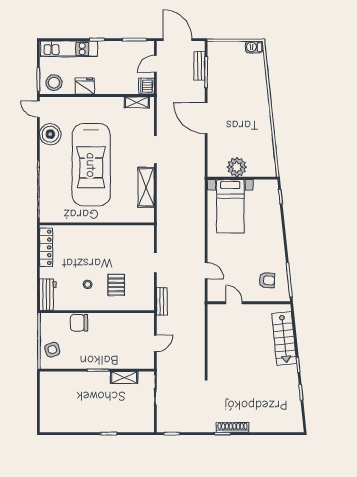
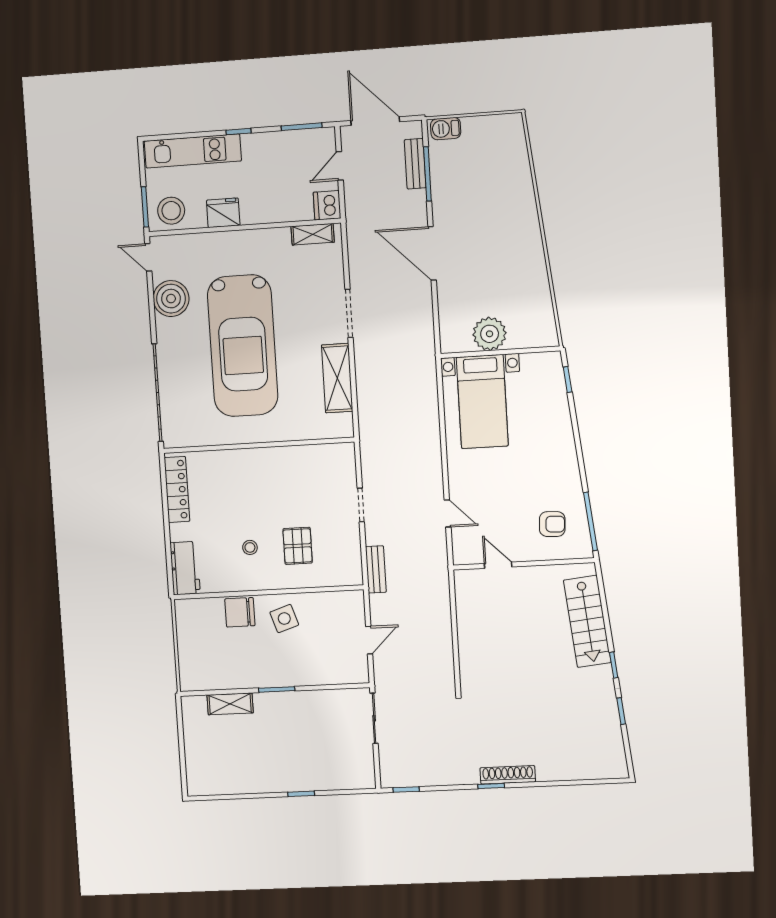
barbecue: (254, 47) -> (446, 129), moved
side table: (52, 350) -> (284, 619), moved
shelving: (124, 377) -> (230, 704), moved

